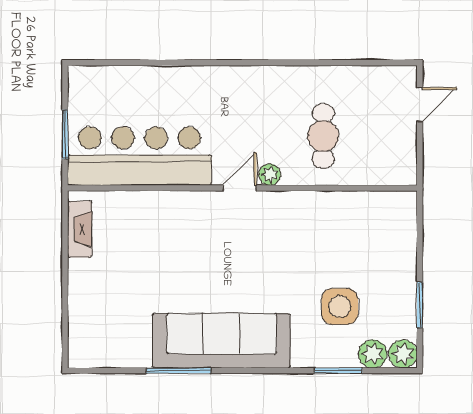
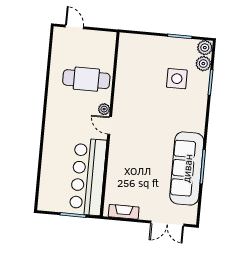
cafe table: (323, 136) -> (86, 79), width x1.37, depth x1.35
double door: (65, 313) -> (167, 224), added
sofa: (222, 341) -> (187, 168), moved

